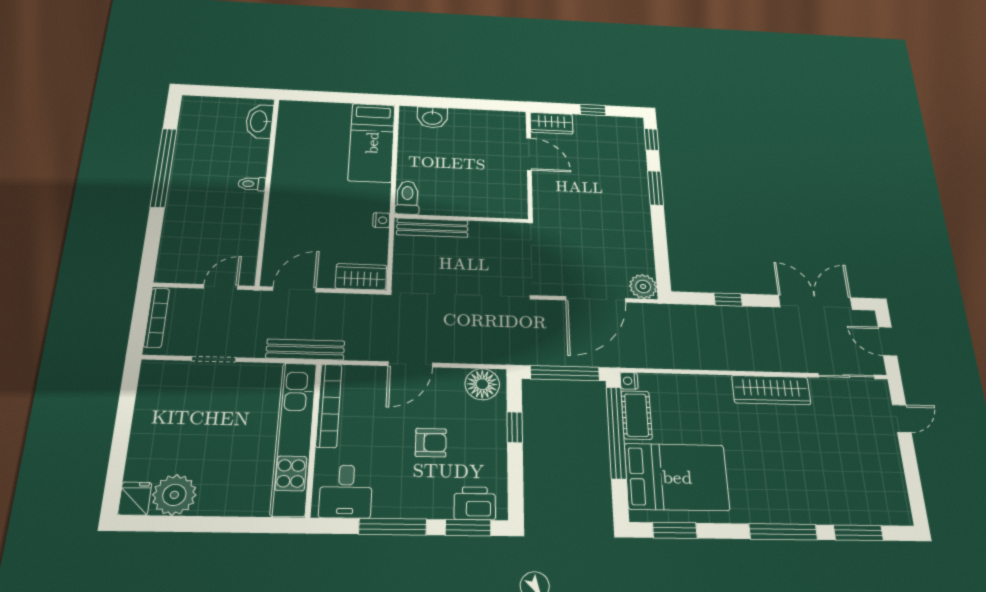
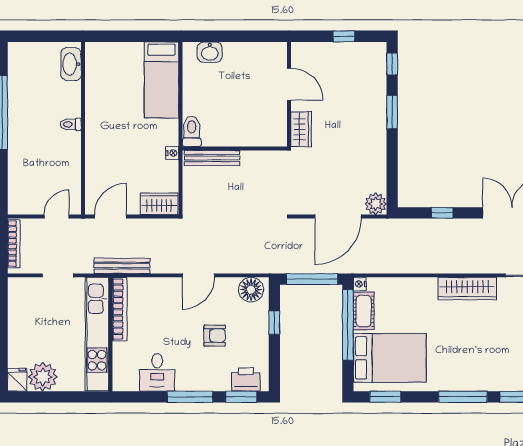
wardrobe: (552, 123) -> (301, 129), moved, turned -90
bookcase: (329, 405) -> (120, 309), moved
kitchen unit: (294, 438) -> (97, 334), moved
wall: (314, 438) -> (111, 334), moved

